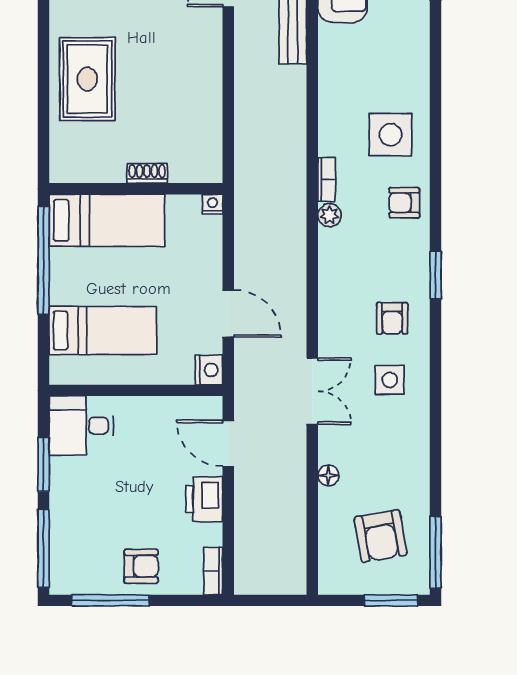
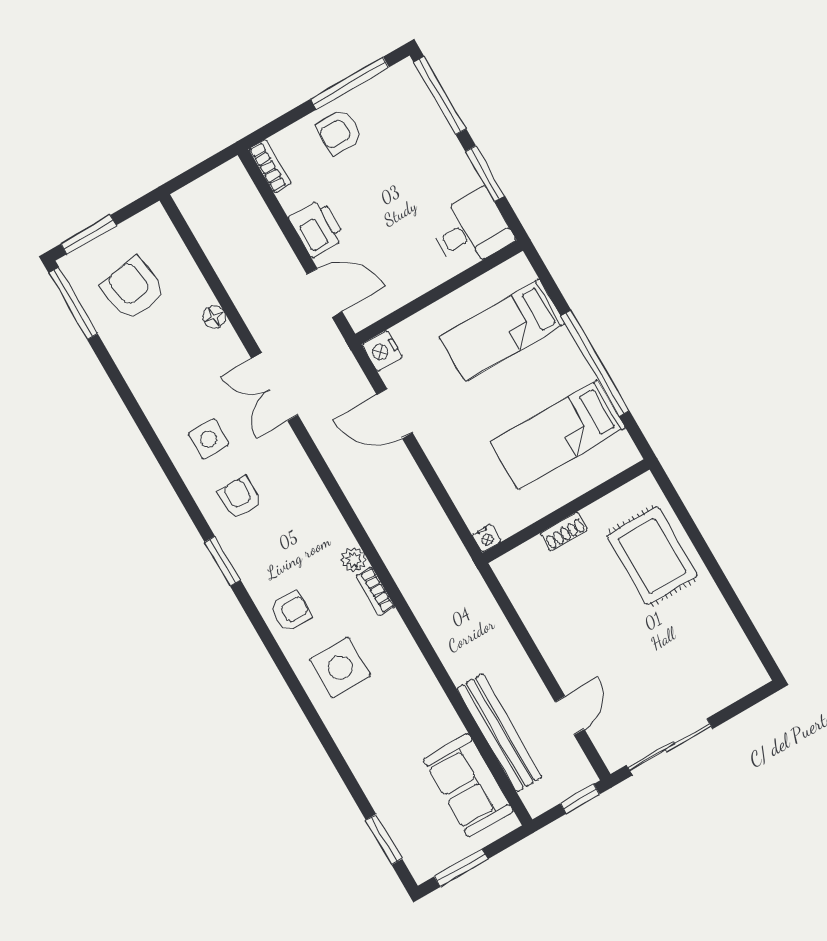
shoe rack: (147, 173) -> (564, 531), moved
wall: (136, 189) -> (566, 511), moved
nightstand: (212, 204) -> (486, 538), moved

